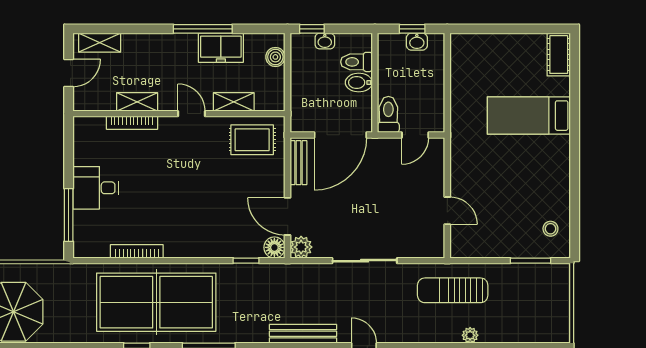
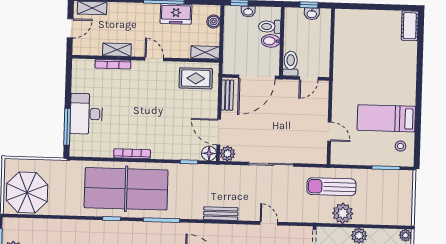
shelving: (234, 102) -> (205, 52), moved
bed: (529, 116) -> (386, 118), moved
desk: (96, 188) -> (86, 114), width x1.37
bookcase: (137, 251) -> (132, 154), moved
bench: (303, 334) -> (221, 214), width x0.73
plant: (470, 335) -> (343, 213), width x1.88, depth x1.88

